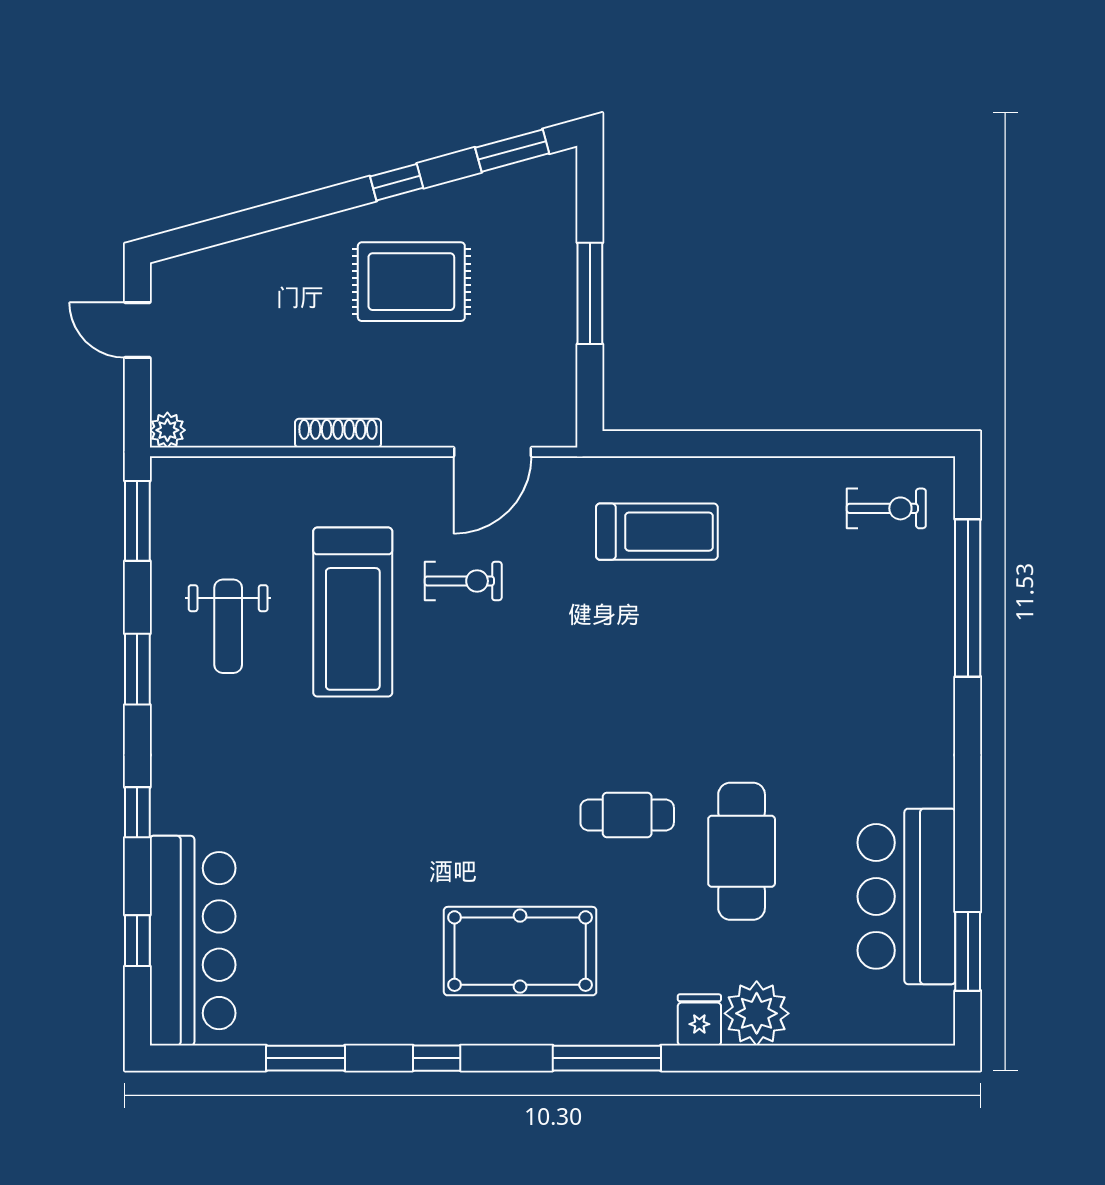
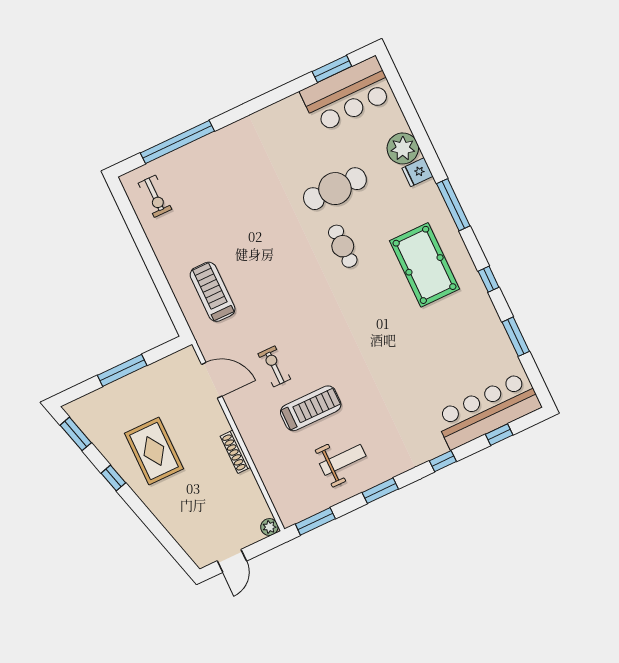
exercise bike: (886, 508) -> (155, 196), turned 180
treadmill: (353, 612) -> (311, 408), width x0.73, depth x0.73
bar counter: (906, 896) -> (347, 94), moved

